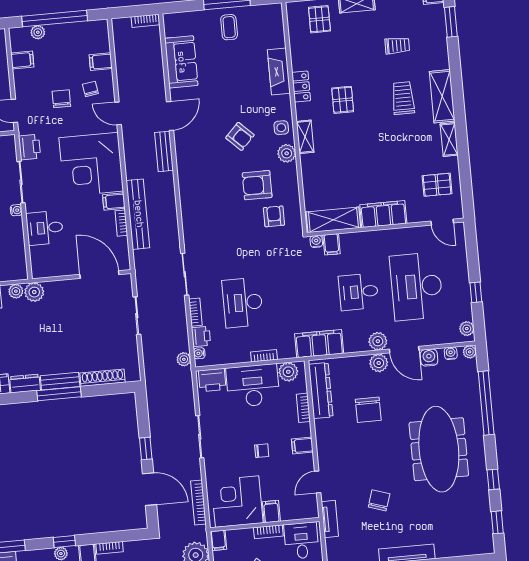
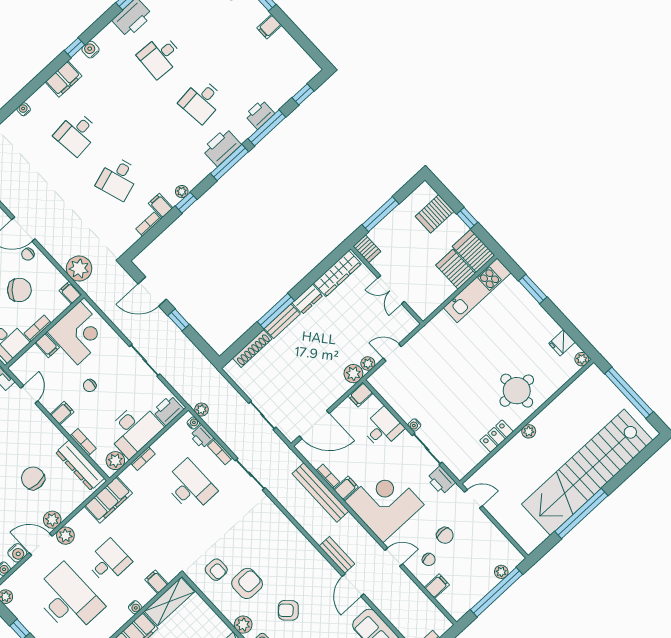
filing cabinet: (22, 60) -> (361, 395), moved
water cooler: (316, 241) -> (135, 607), moved
bookcase: (198, 502) -> (107, 310), removed

